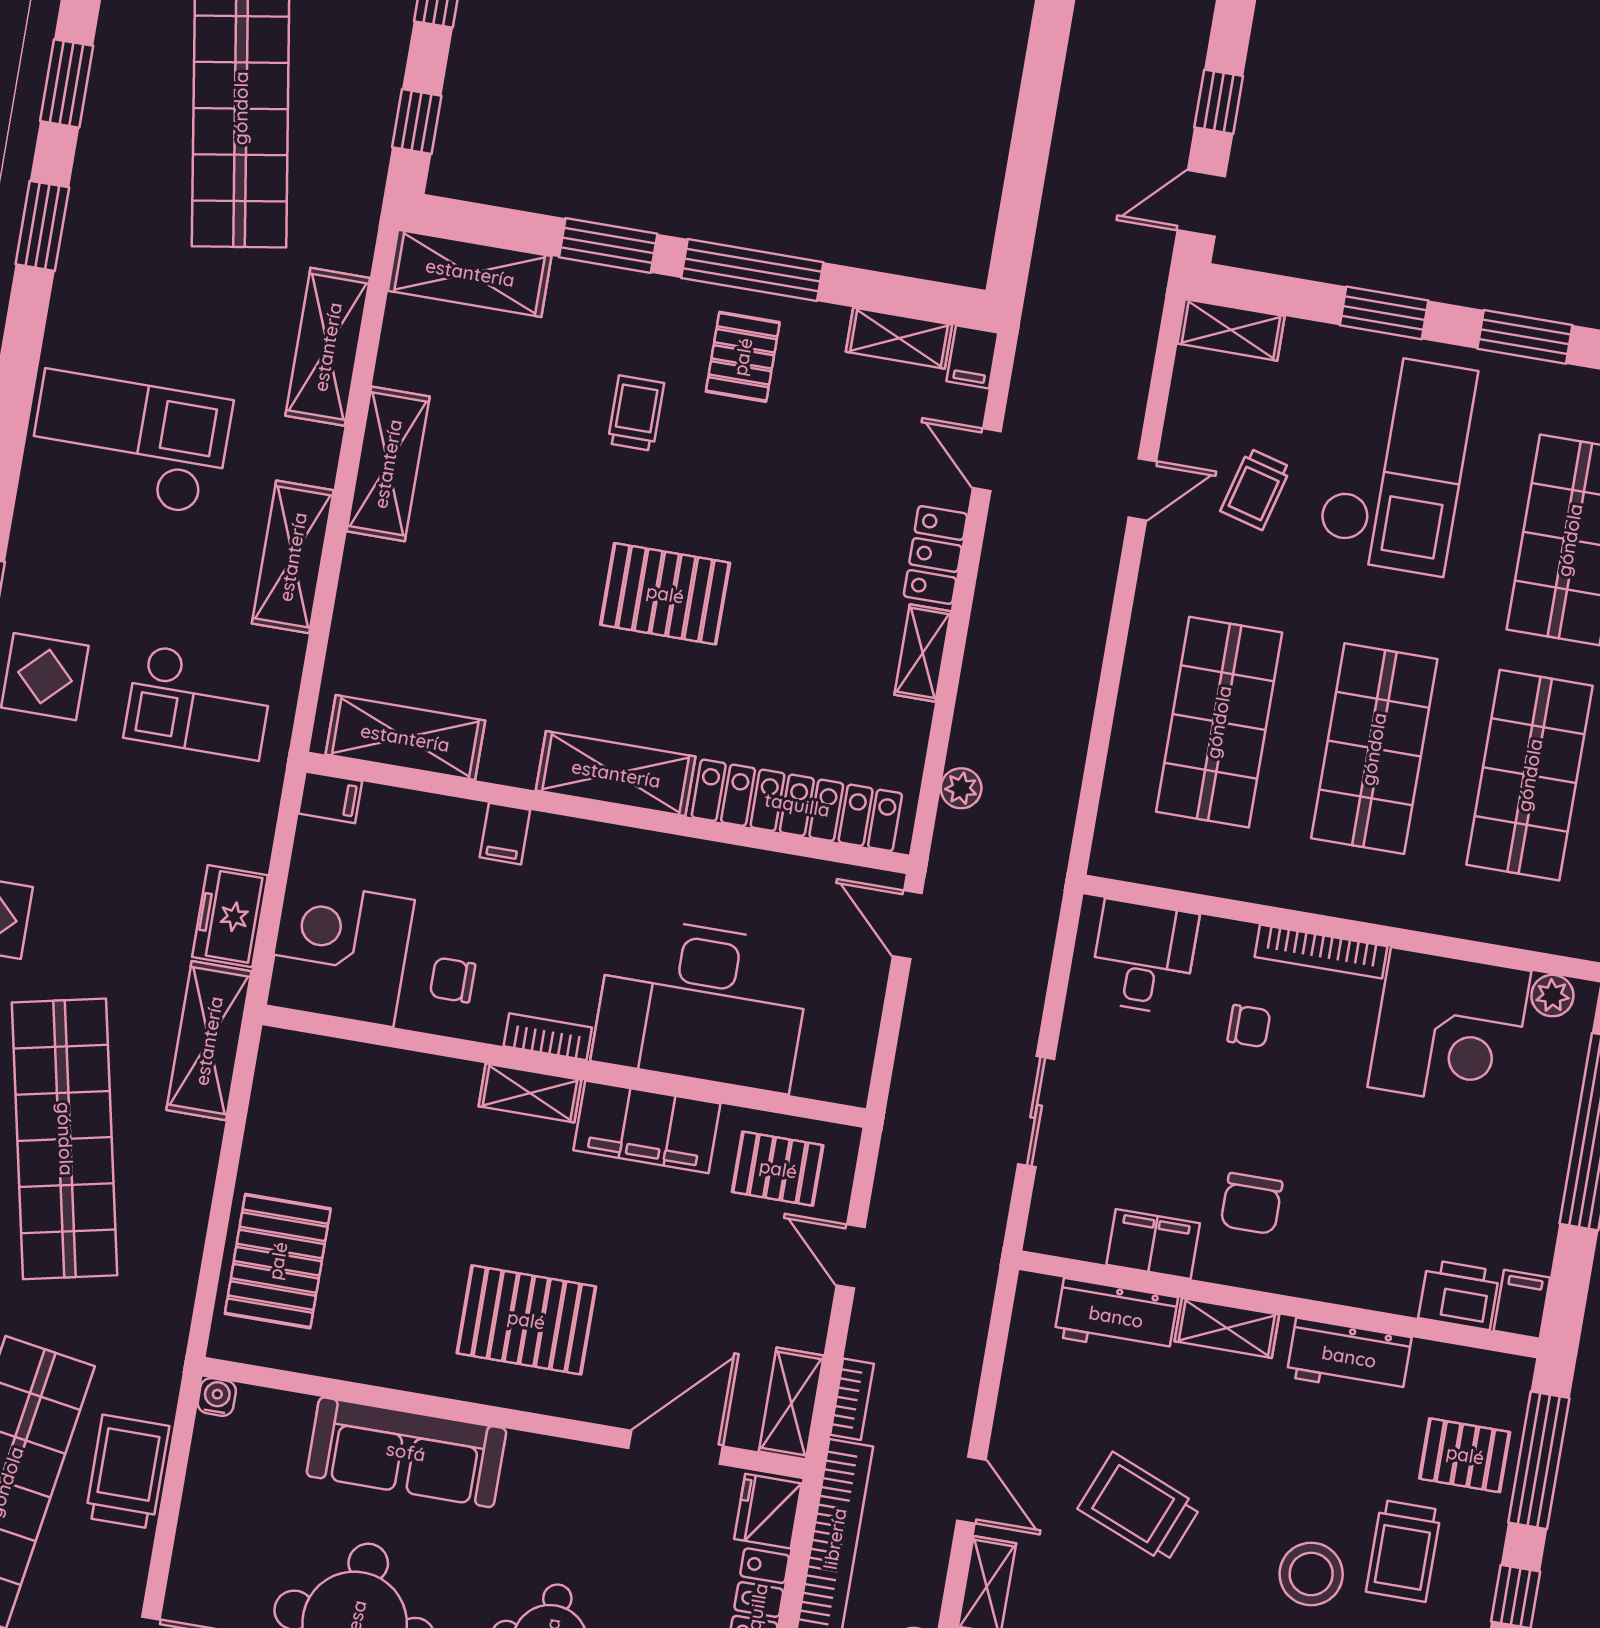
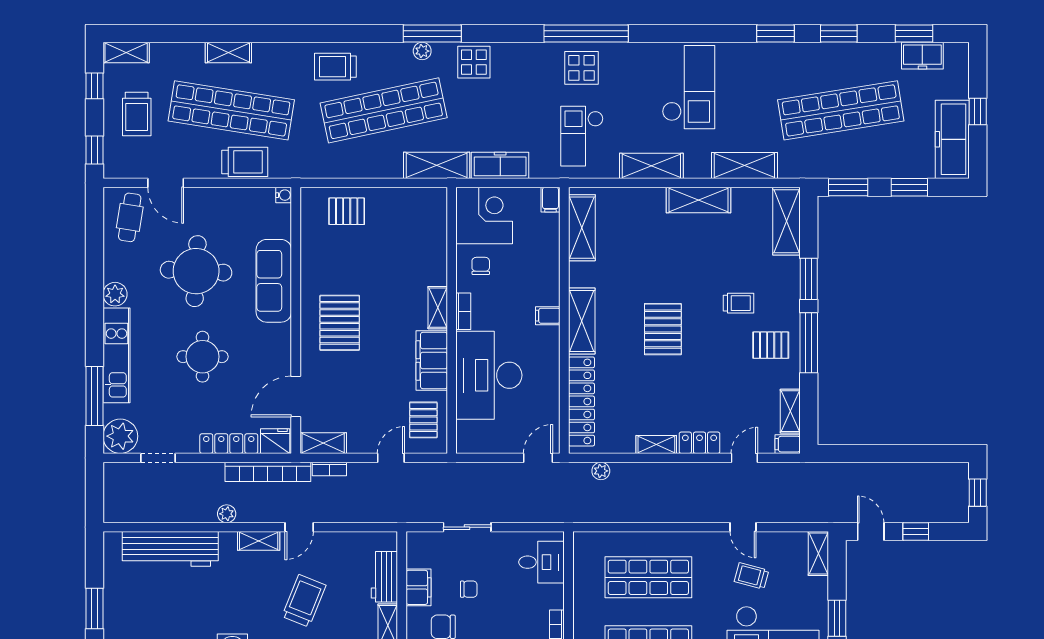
window: (417, 121) -> (848, 187), width x1.50
filing cabinet: (505, 834) -> (548, 316), moved
freezer: (230, 916) -> (500, 165), width x1.40
chair: (1249, 1026) -> (469, 589), moved, turned -90
pallet: (278, 1261) -> (347, 211), width x0.67, depth x0.71
door: (676, 1447) -> (296, 397), swing flipped

